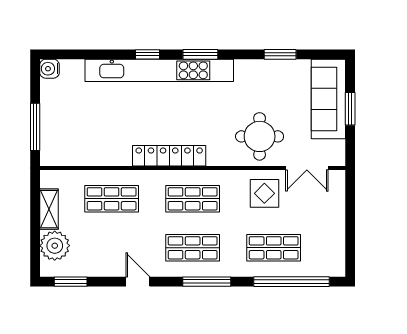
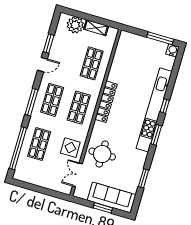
window: (35, 127) -> (160, 38), moved
window: (71, 282) -> (49, 44), moved

